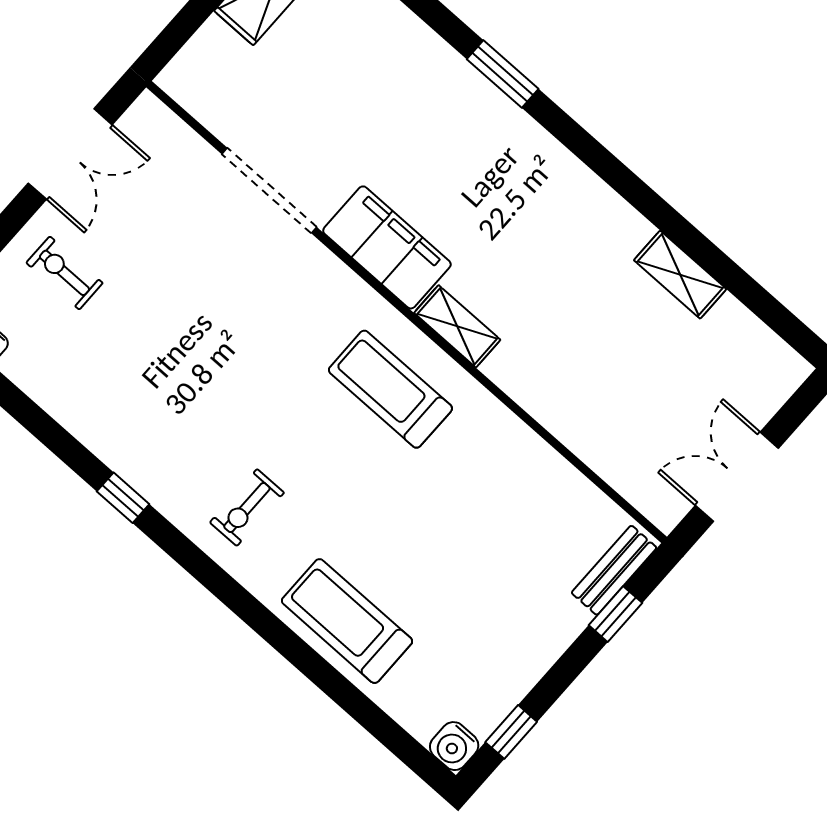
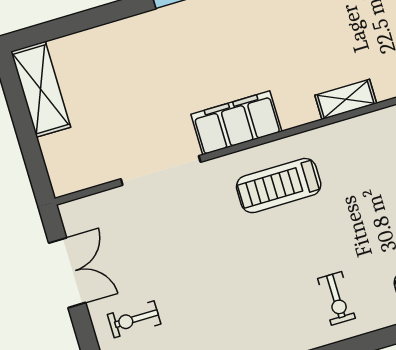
shelving: (457, 326) -> (346, 99), moved
treadmill: (390, 389) -> (279, 186), moved

